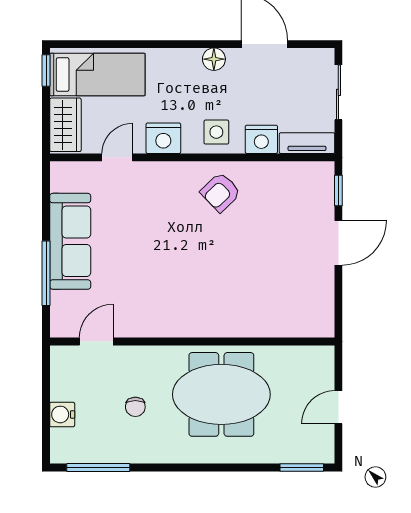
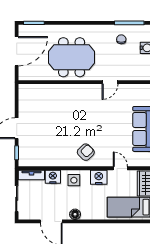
door: (117, 157) -> (120, 168), swing flipped
armchair: (221, 192) -> (86, 152), moved
door: (96, 341) -> (110, 82), moved
chair: (135, 407) -> (121, 39), moved
door: (338, 407) -> (17, 51), width x1.87

